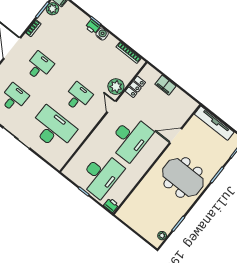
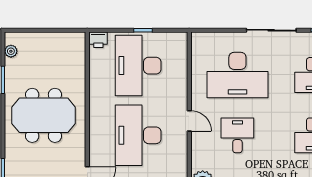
desk: (78, 97) -> (237, 135), turned 180
door: (111, 107) -> (189, 121), moved
meeting table: (183, 178) -> (44, 115), moved

